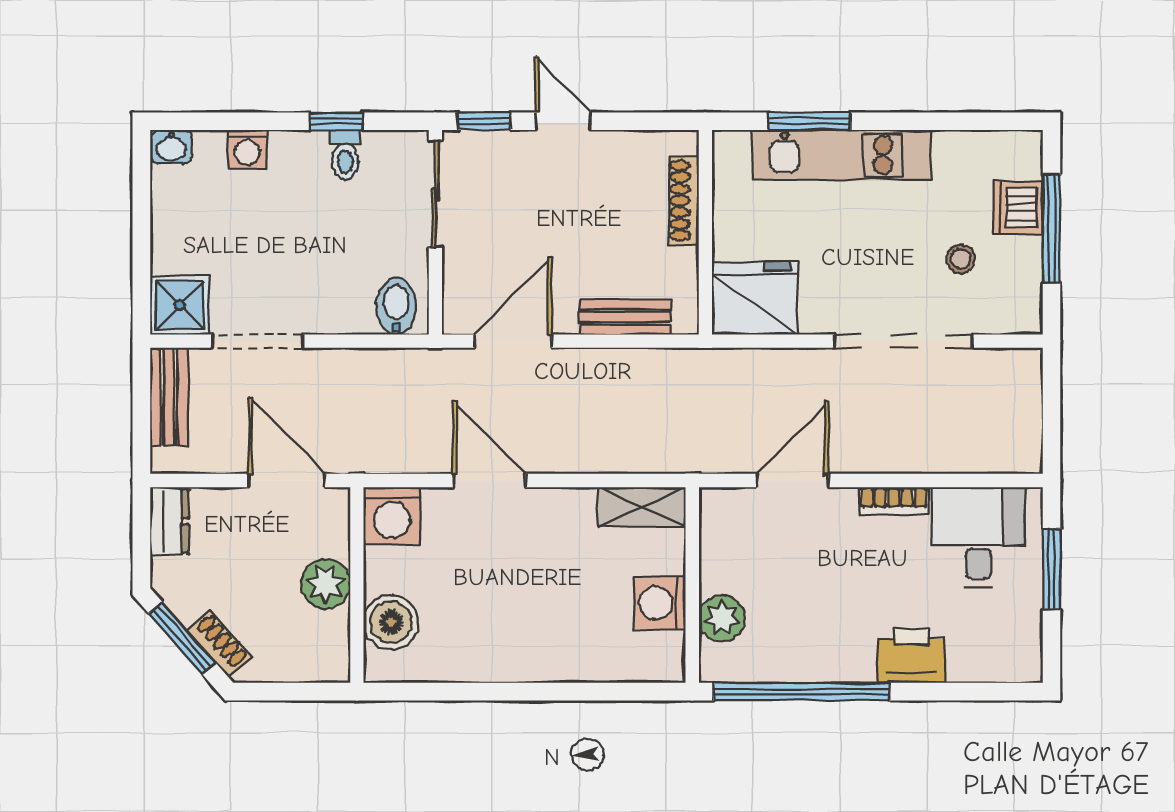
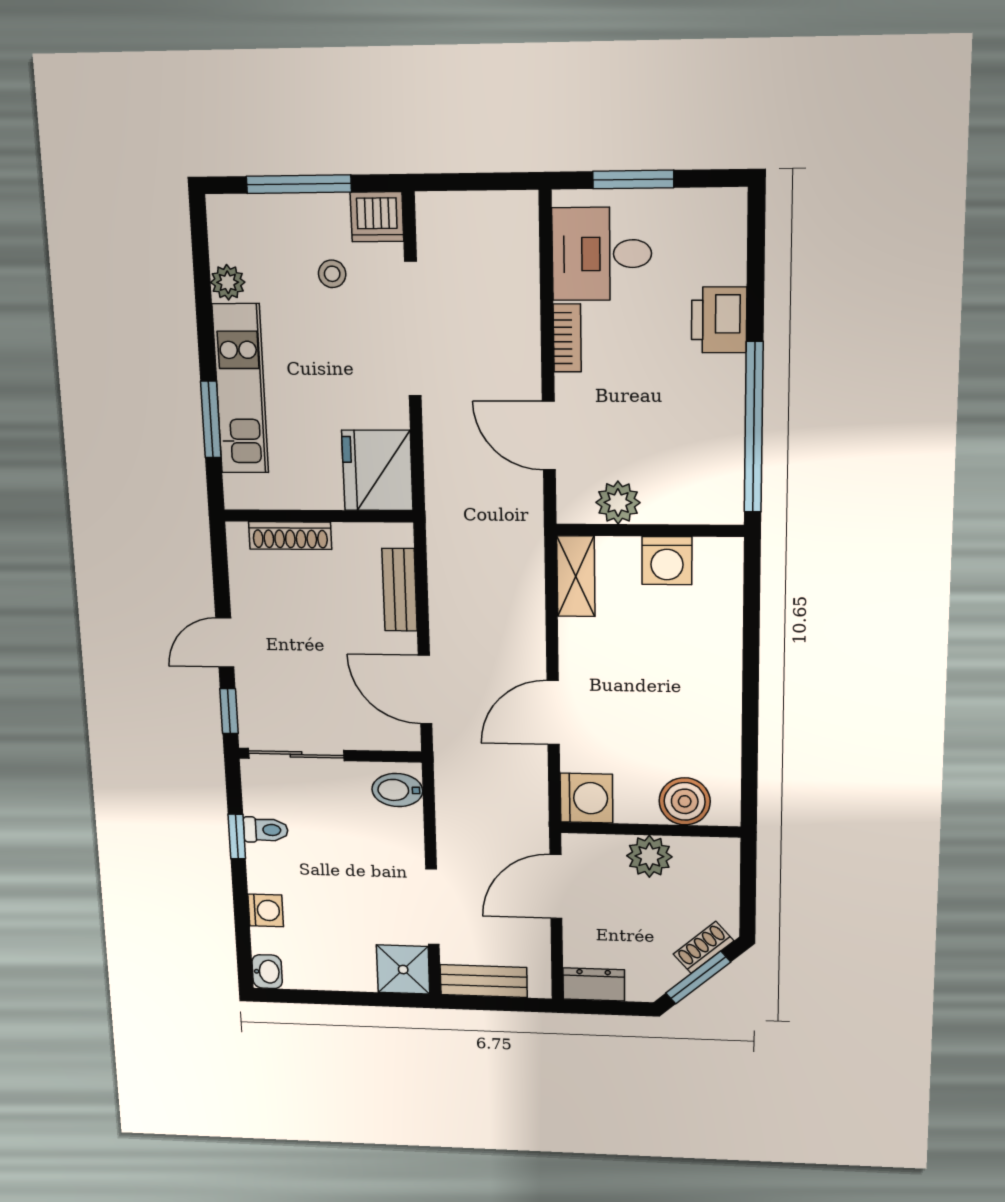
plant: (953, 148) -> (228, 282), added
dishwasher: (1018, 208) -> (377, 217), moved
plant: (722, 618) -> (618, 502), moved

